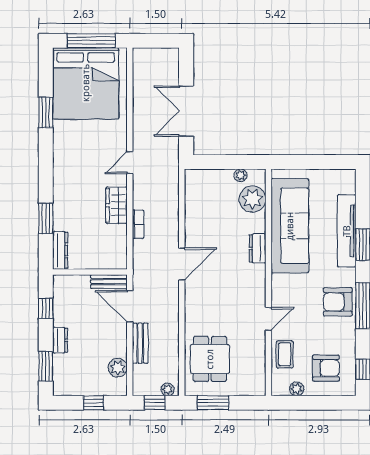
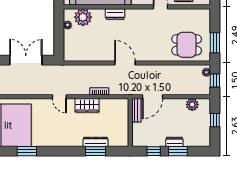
double door: (186, 111) -> (26, 60), swing flipped
dresser: (60, 250) -> (95, 142), moved
bench: (140, 343) -> (176, 90), removed
window: (46, 366) -> (178, 151), moved

